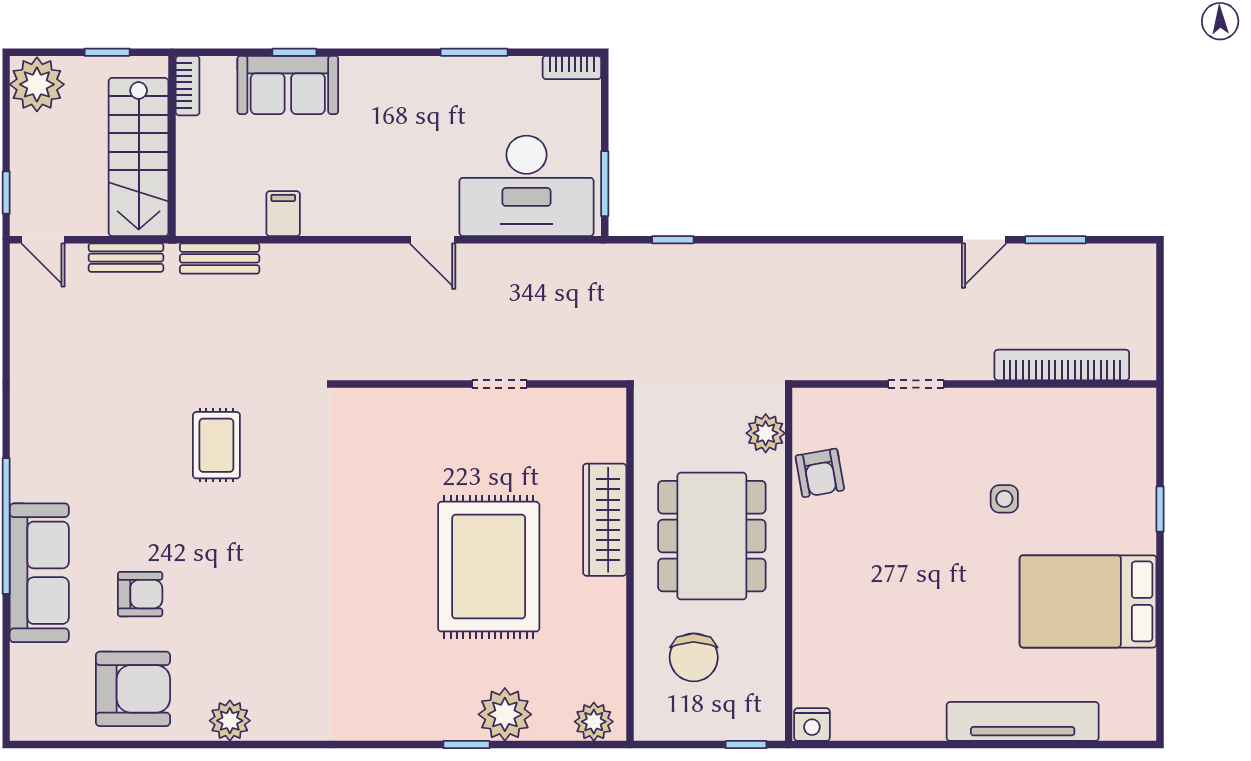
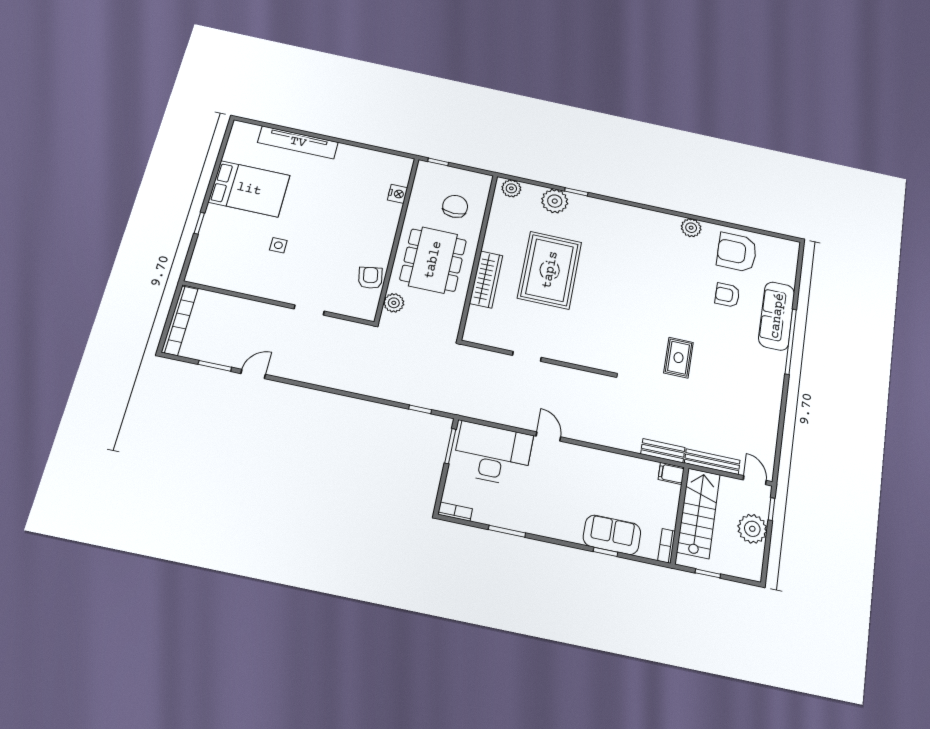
plant: (37, 84) -> (752, 529), moved
filing cabinet: (283, 214) -> (671, 473), moved, turned 90
bench: (126, 258) -> (712, 462), width x1.36
bookcase: (1062, 365) -> (180, 321), moved, turned -90
nightstand: (812, 725) -> (398, 194), moved, turned 90

